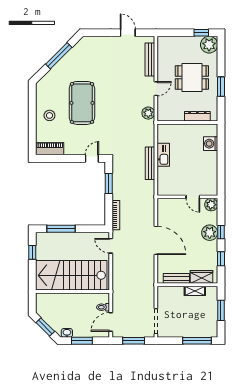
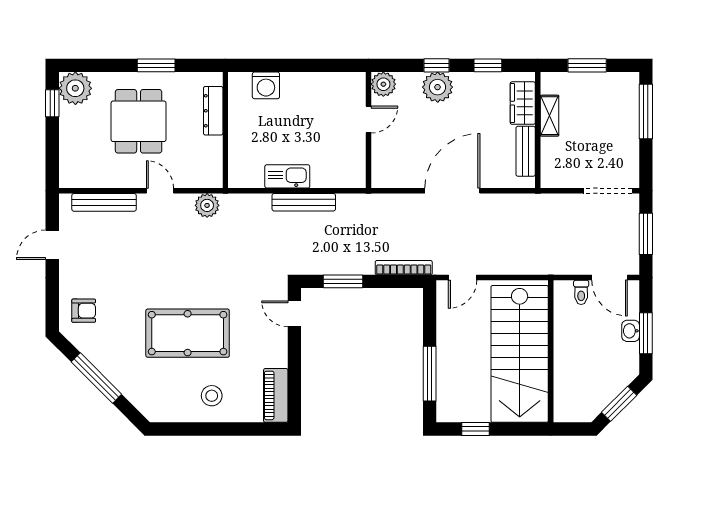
armchair: (94, 49) -> (84, 311), added
washbasin: (67, 333) -> (631, 331), moved

